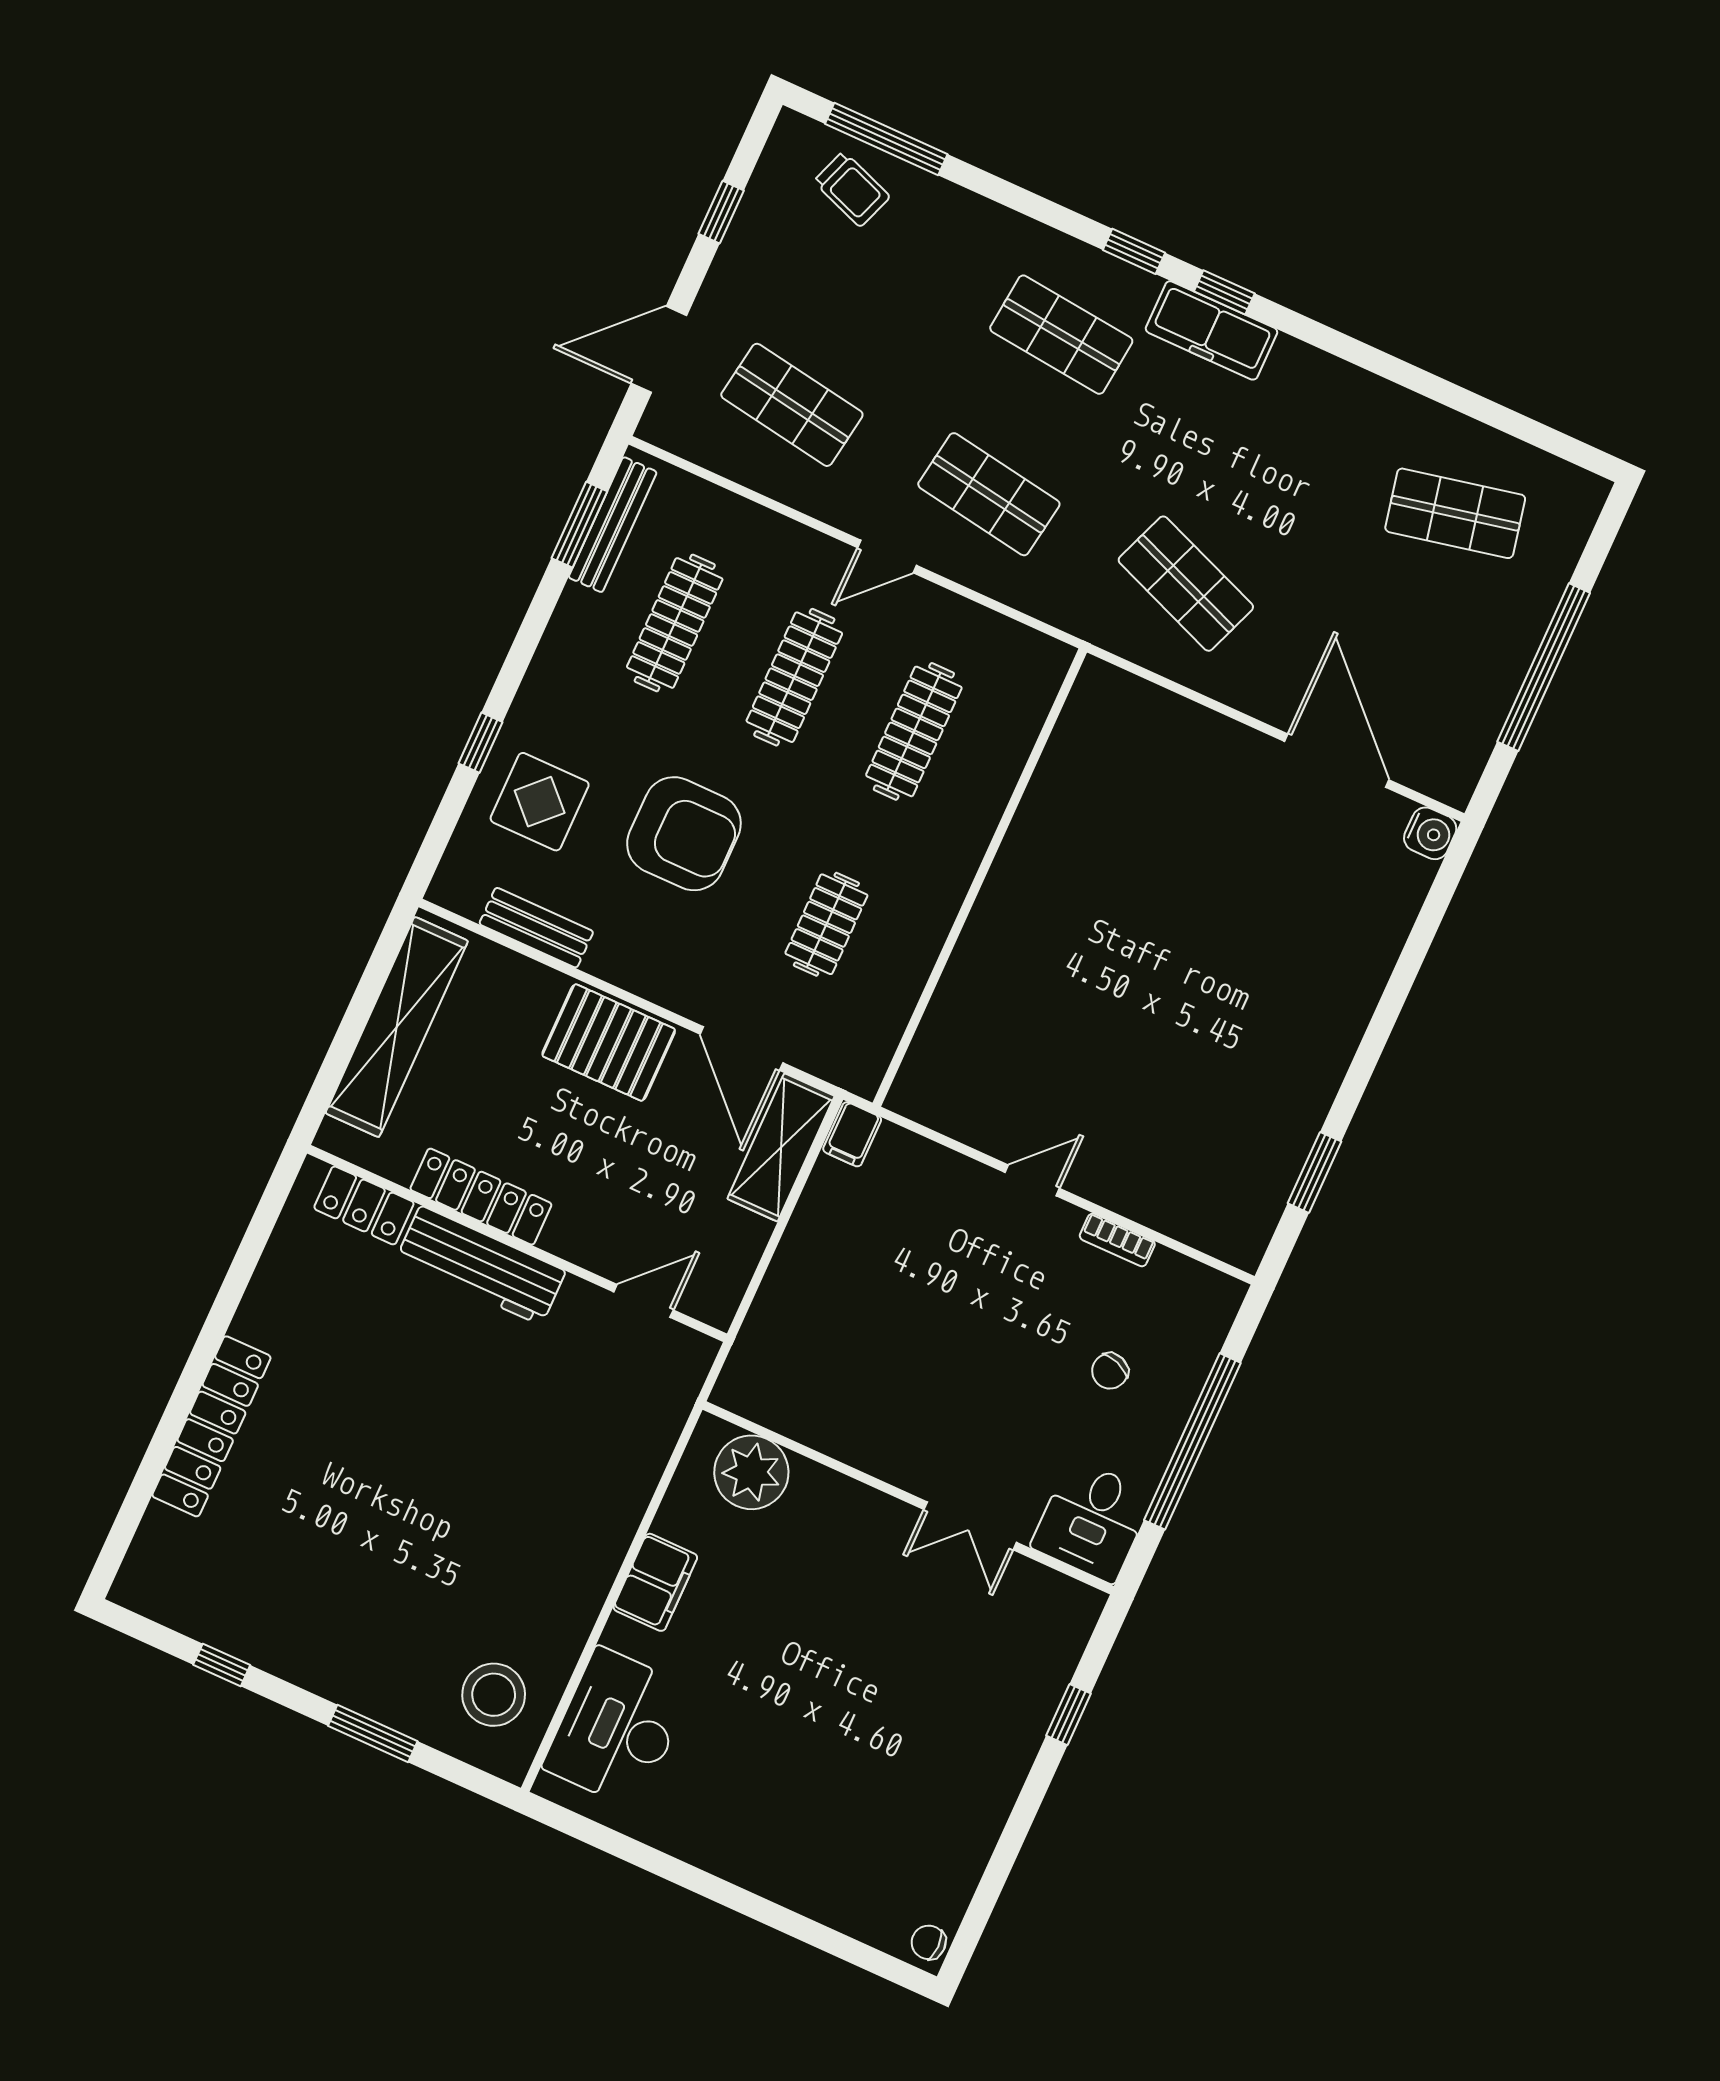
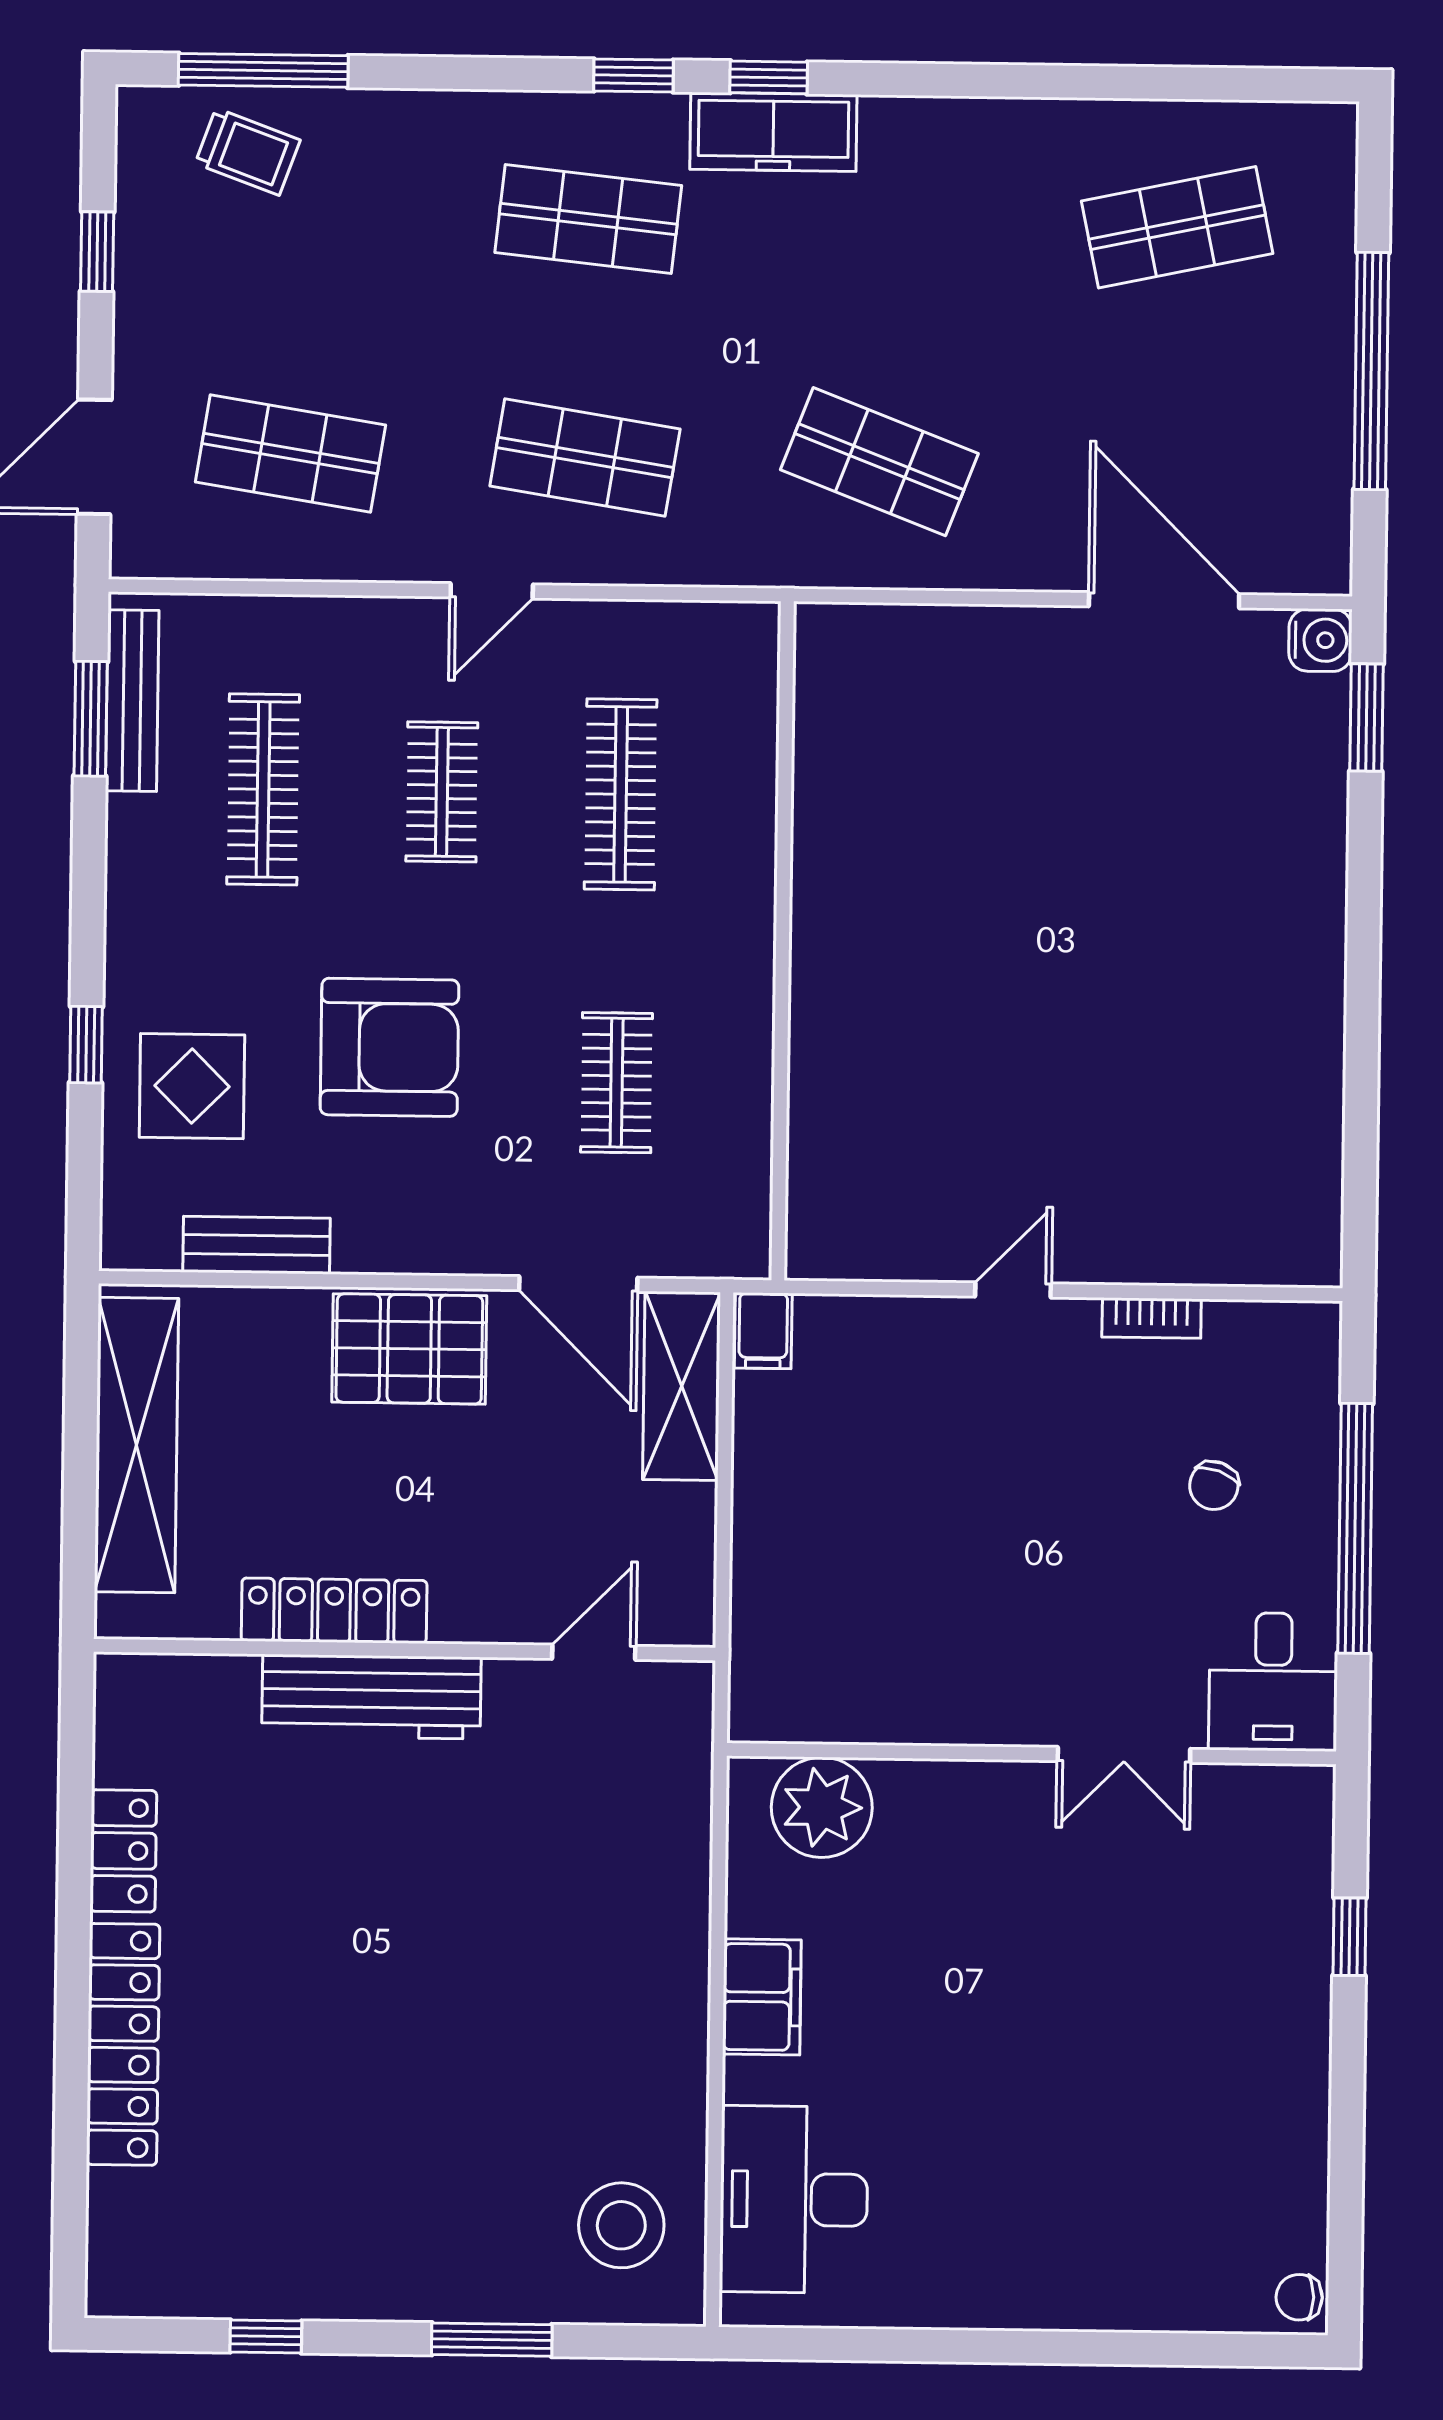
clothes rail: (794, 677) -> (442, 792), width x0.73
window: (1314, 1172) -> (1366, 717), moved
locker: (364, 1205) -> (123, 1851), moved, turned -90

